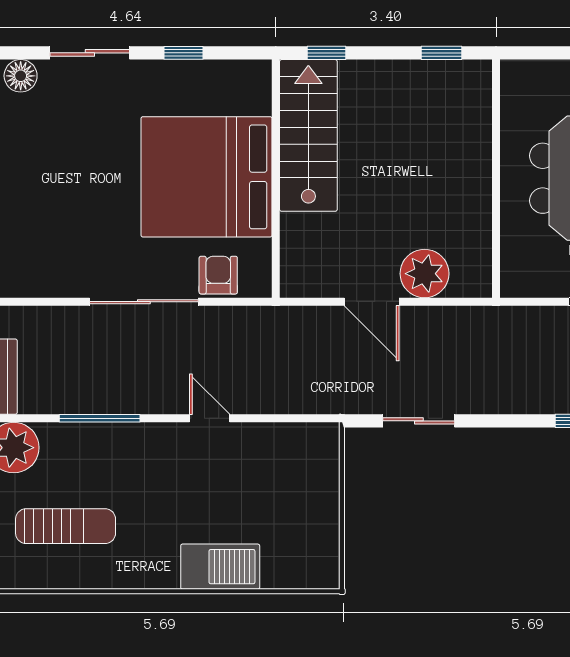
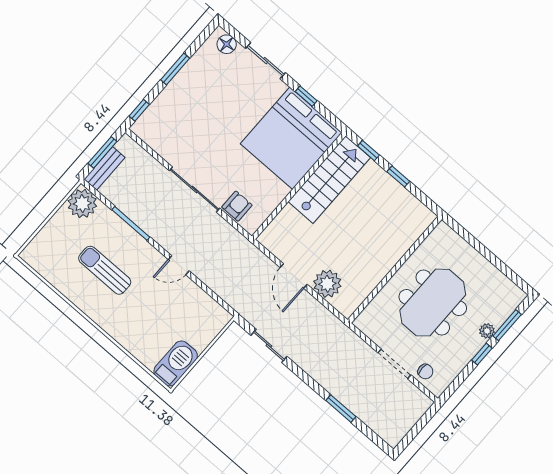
window: (441, 53) -> (398, 176), moved
bed: (206, 177) -> (291, 138), moved, turned -90
door: (210, 418) -> (179, 265), swing flipped
sun lounger: (66, 526) -> (105, 270), moved, turned 180
barbecue: (220, 567) -> (176, 363), moved, turned -90

